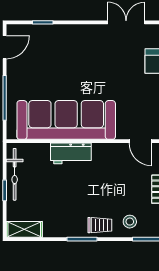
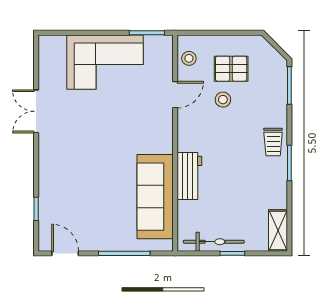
sofa: (66, 120) -> (155, 197), width x0.74, depth x0.79
stool: (130, 222) -> (223, 100), moved
trolley: (100, 225) -> (273, 142), turned 180

